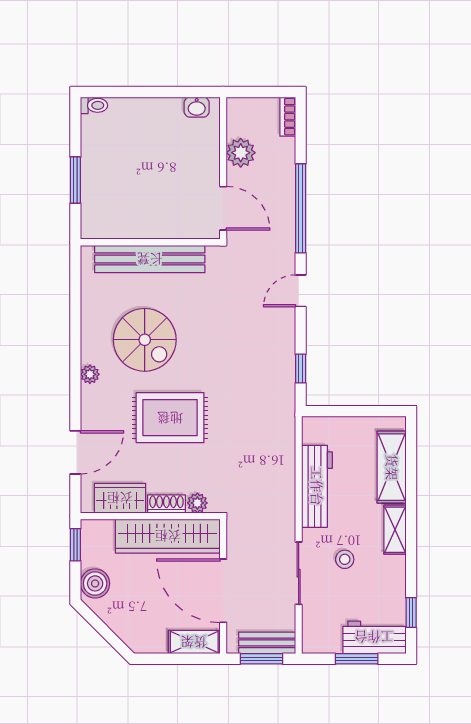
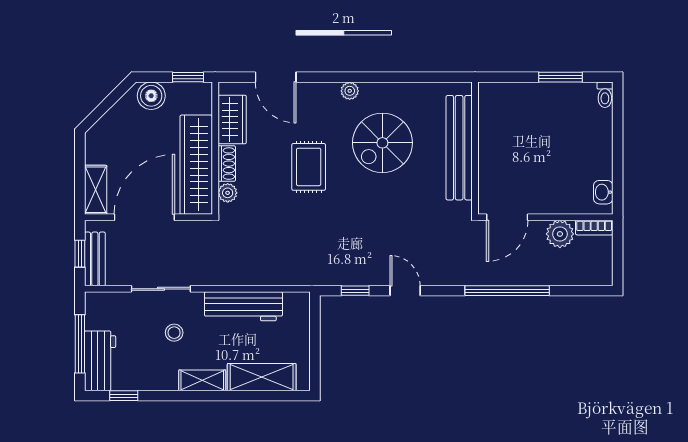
bookcase: (288, 117) -> (594, 228), moved, turned 180
window: (75, 180) -> (561, 77), moved
door: (301, 291) -> (405, 291), moved
rug: (170, 418) -> (309, 167), width x0.73, depth x0.70
window: (261, 659) -> (80, 254), width x0.67
window: (357, 659) -> (80, 344), width x1.44

